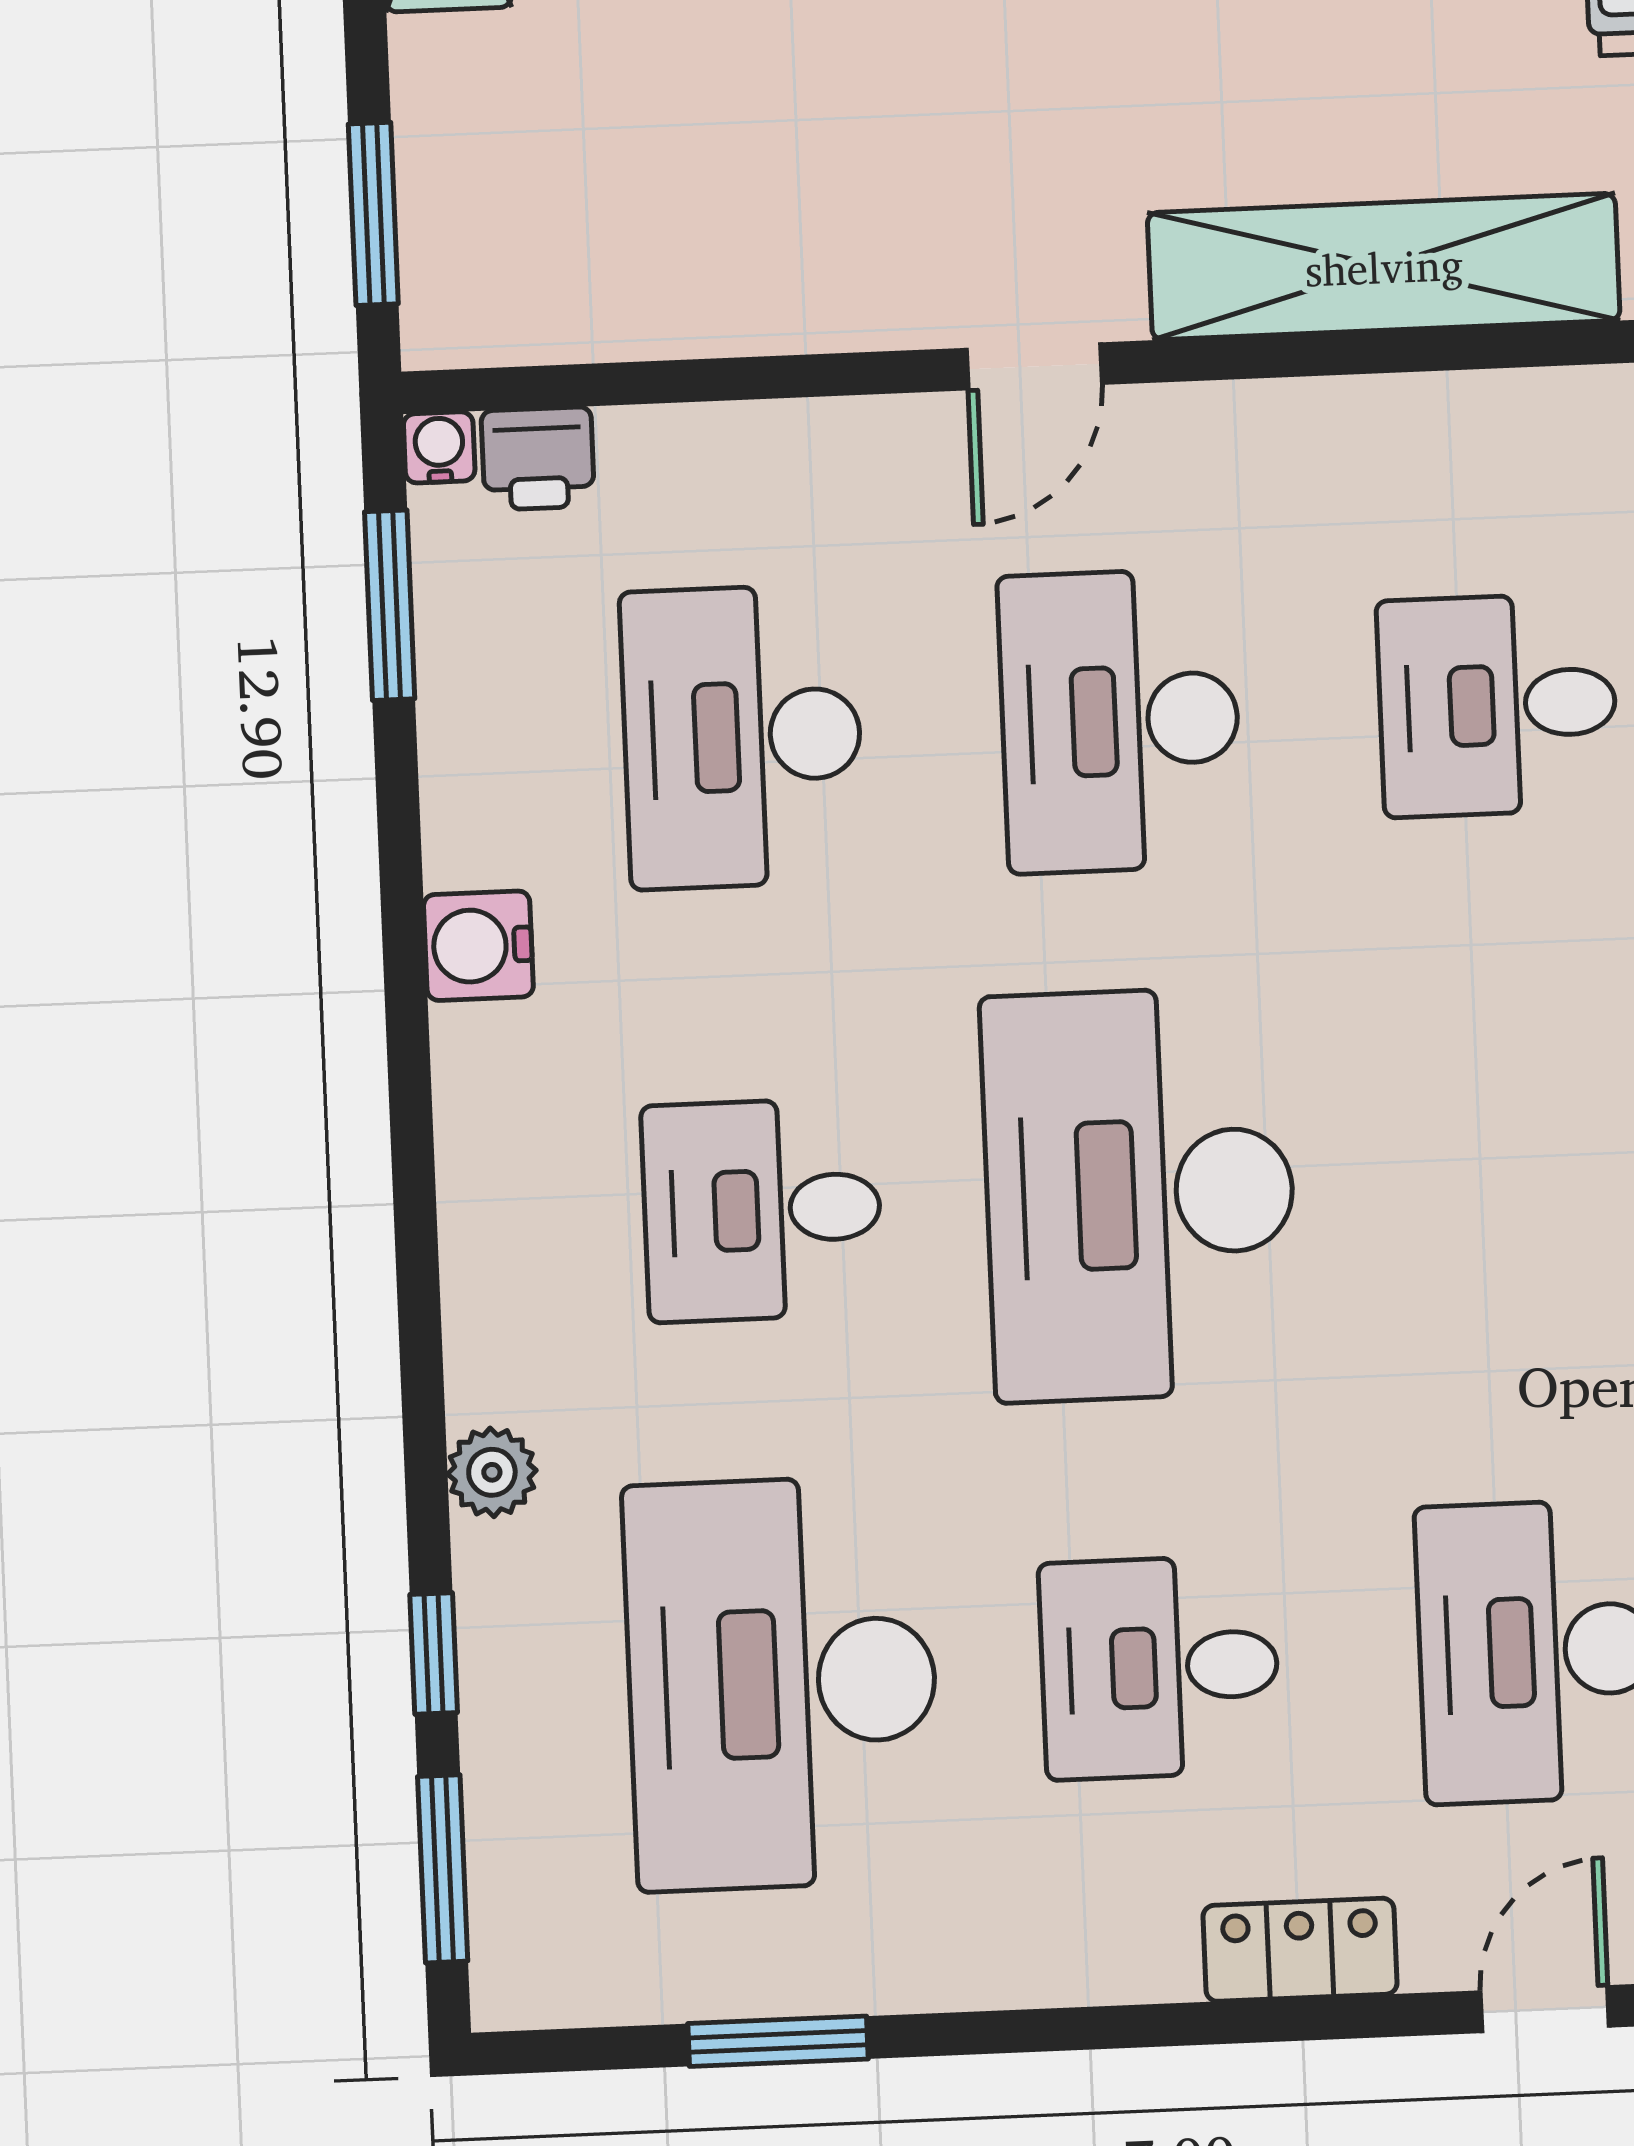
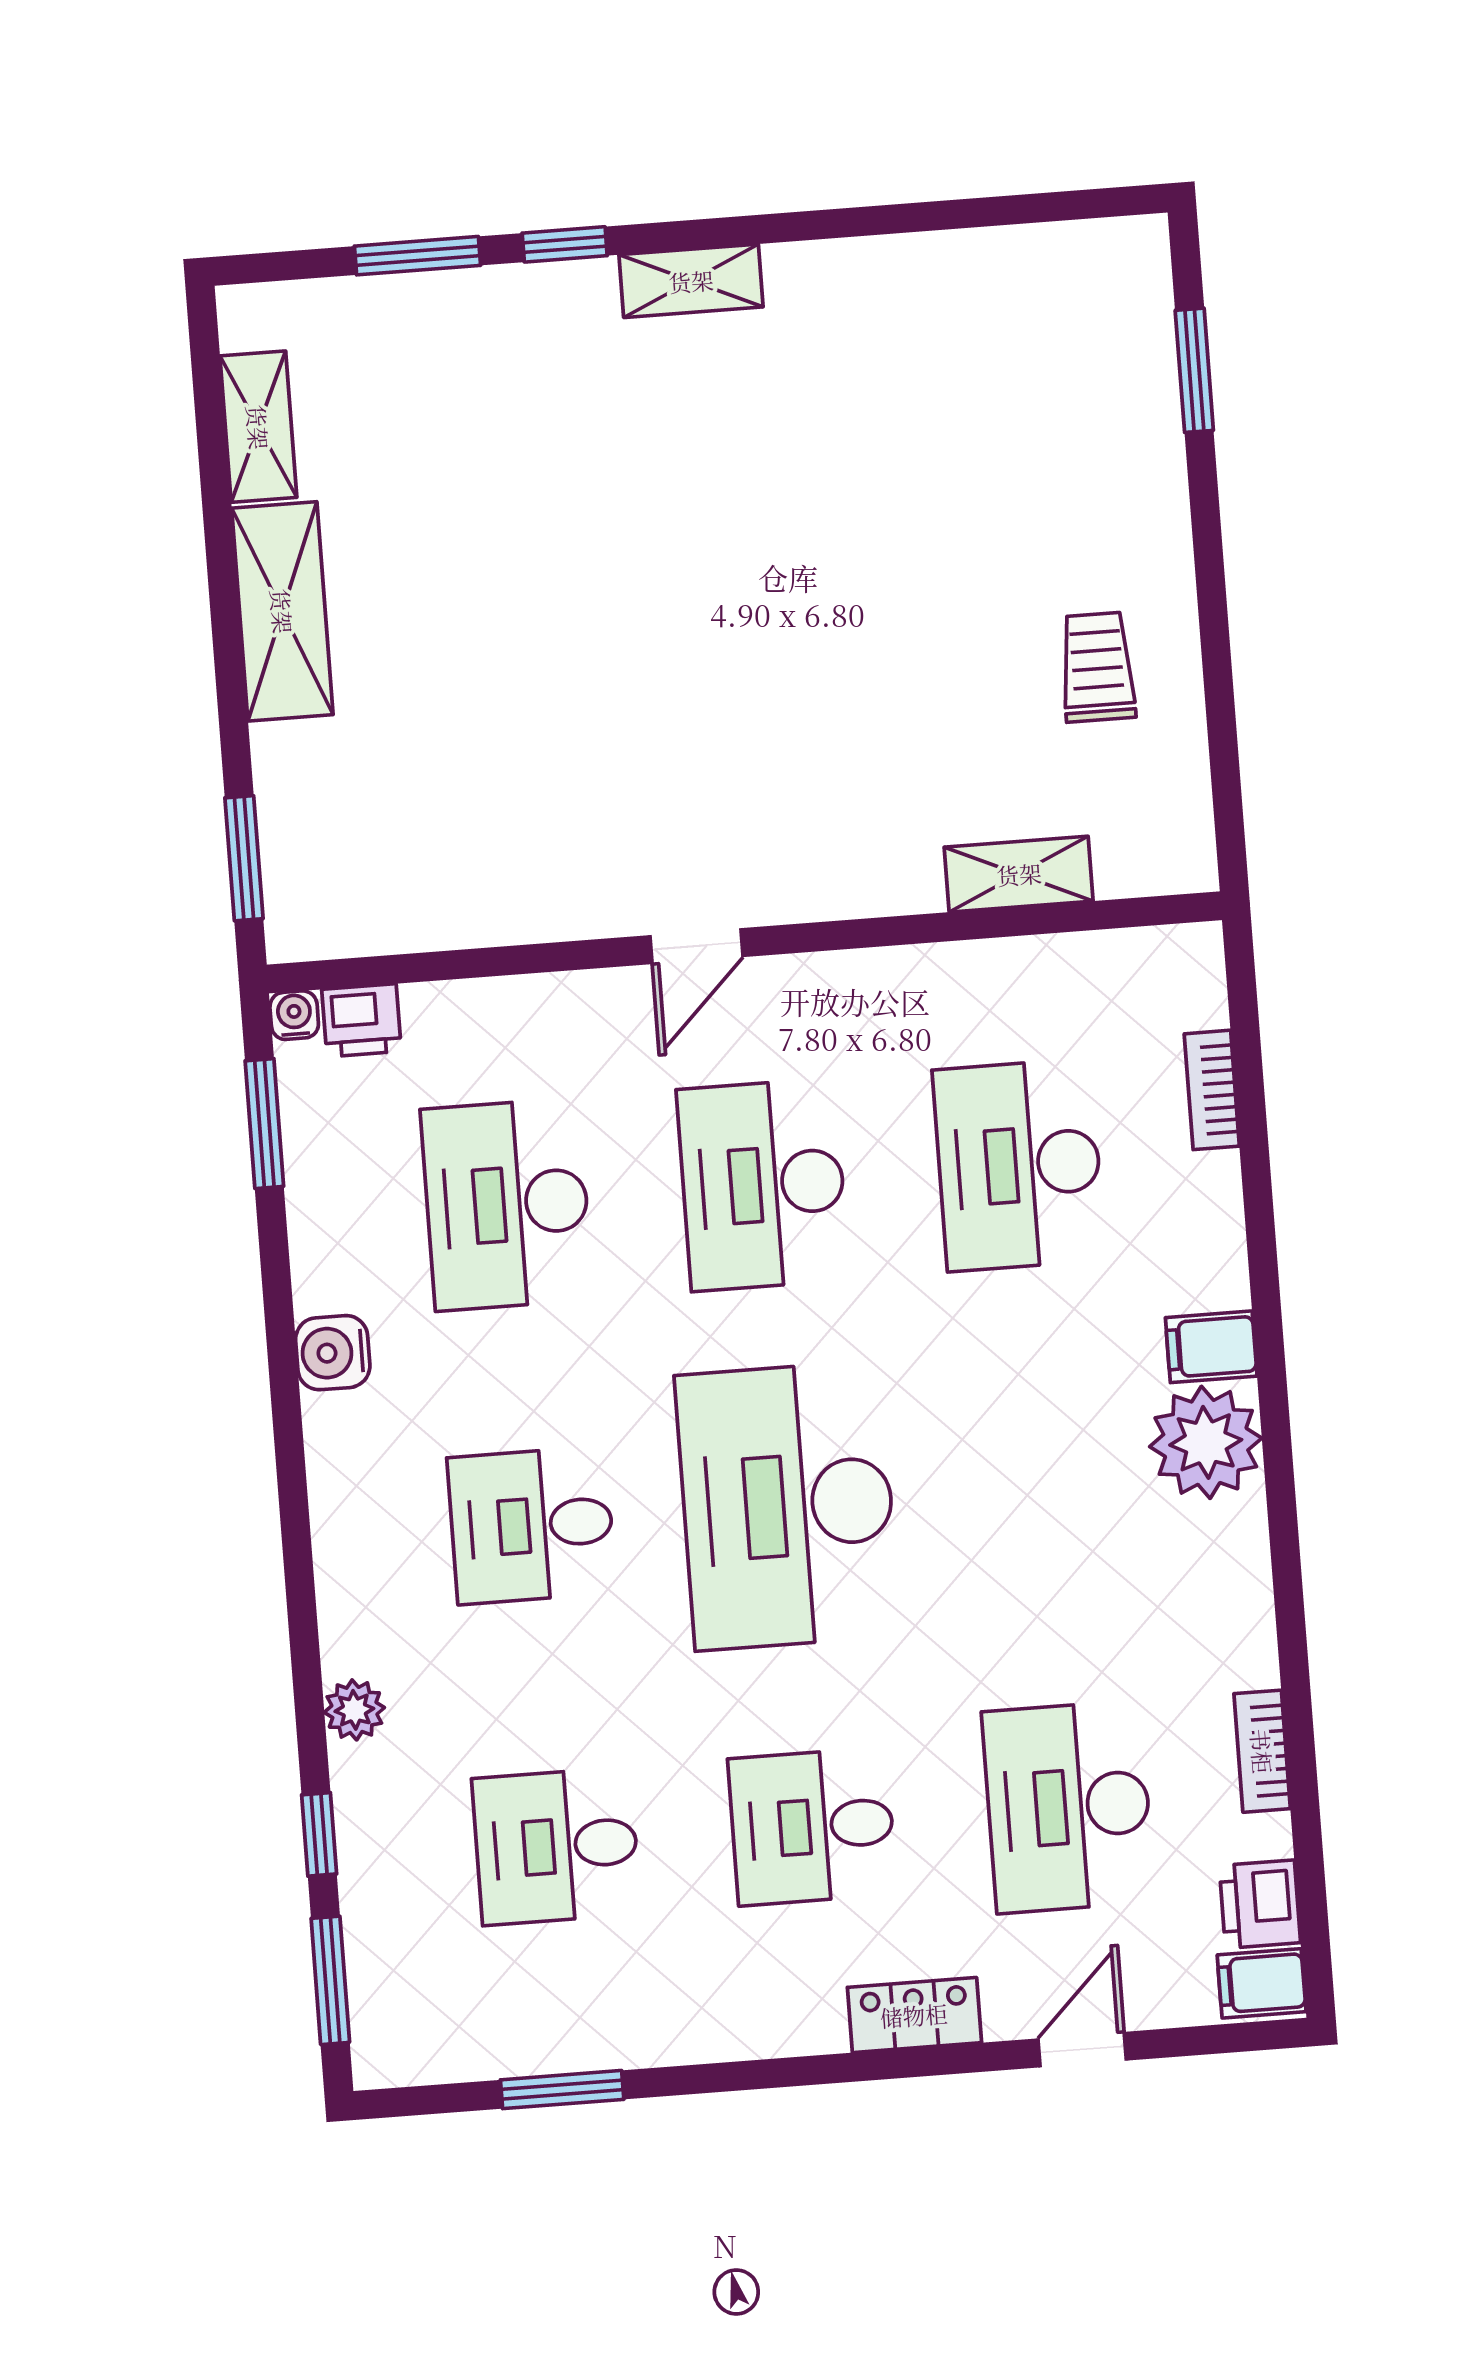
shelving: (1384, 267) -> (1019, 874), width x0.45, depth x0.75
desk: (1498, 705) -> (1019, 1165), width x1.37
desk: (782, 1683) -> (556, 1846), width x0.53, depth x0.77

